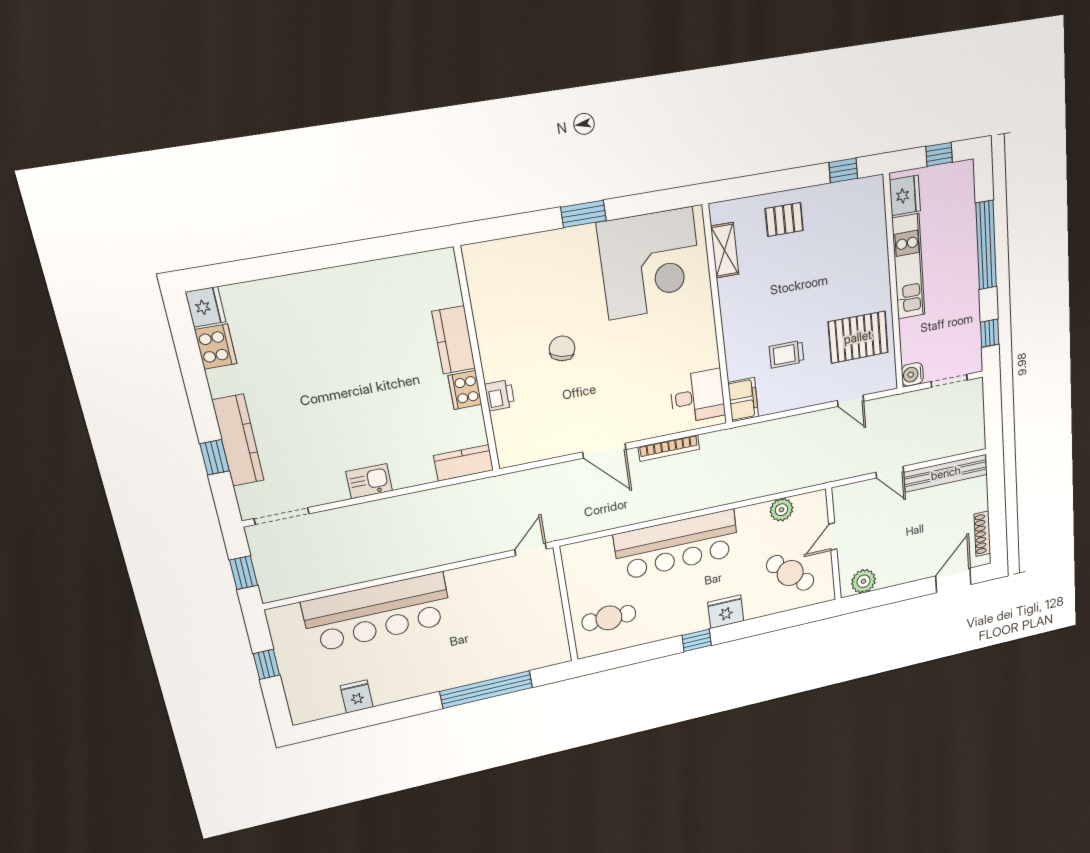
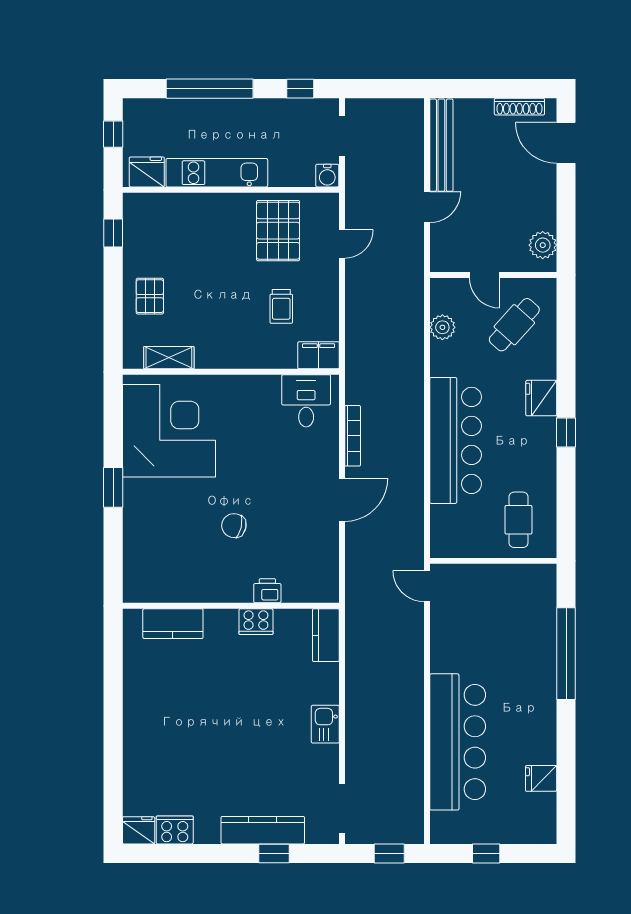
kitchen counter: (454, 340) -> (173, 624), moved

